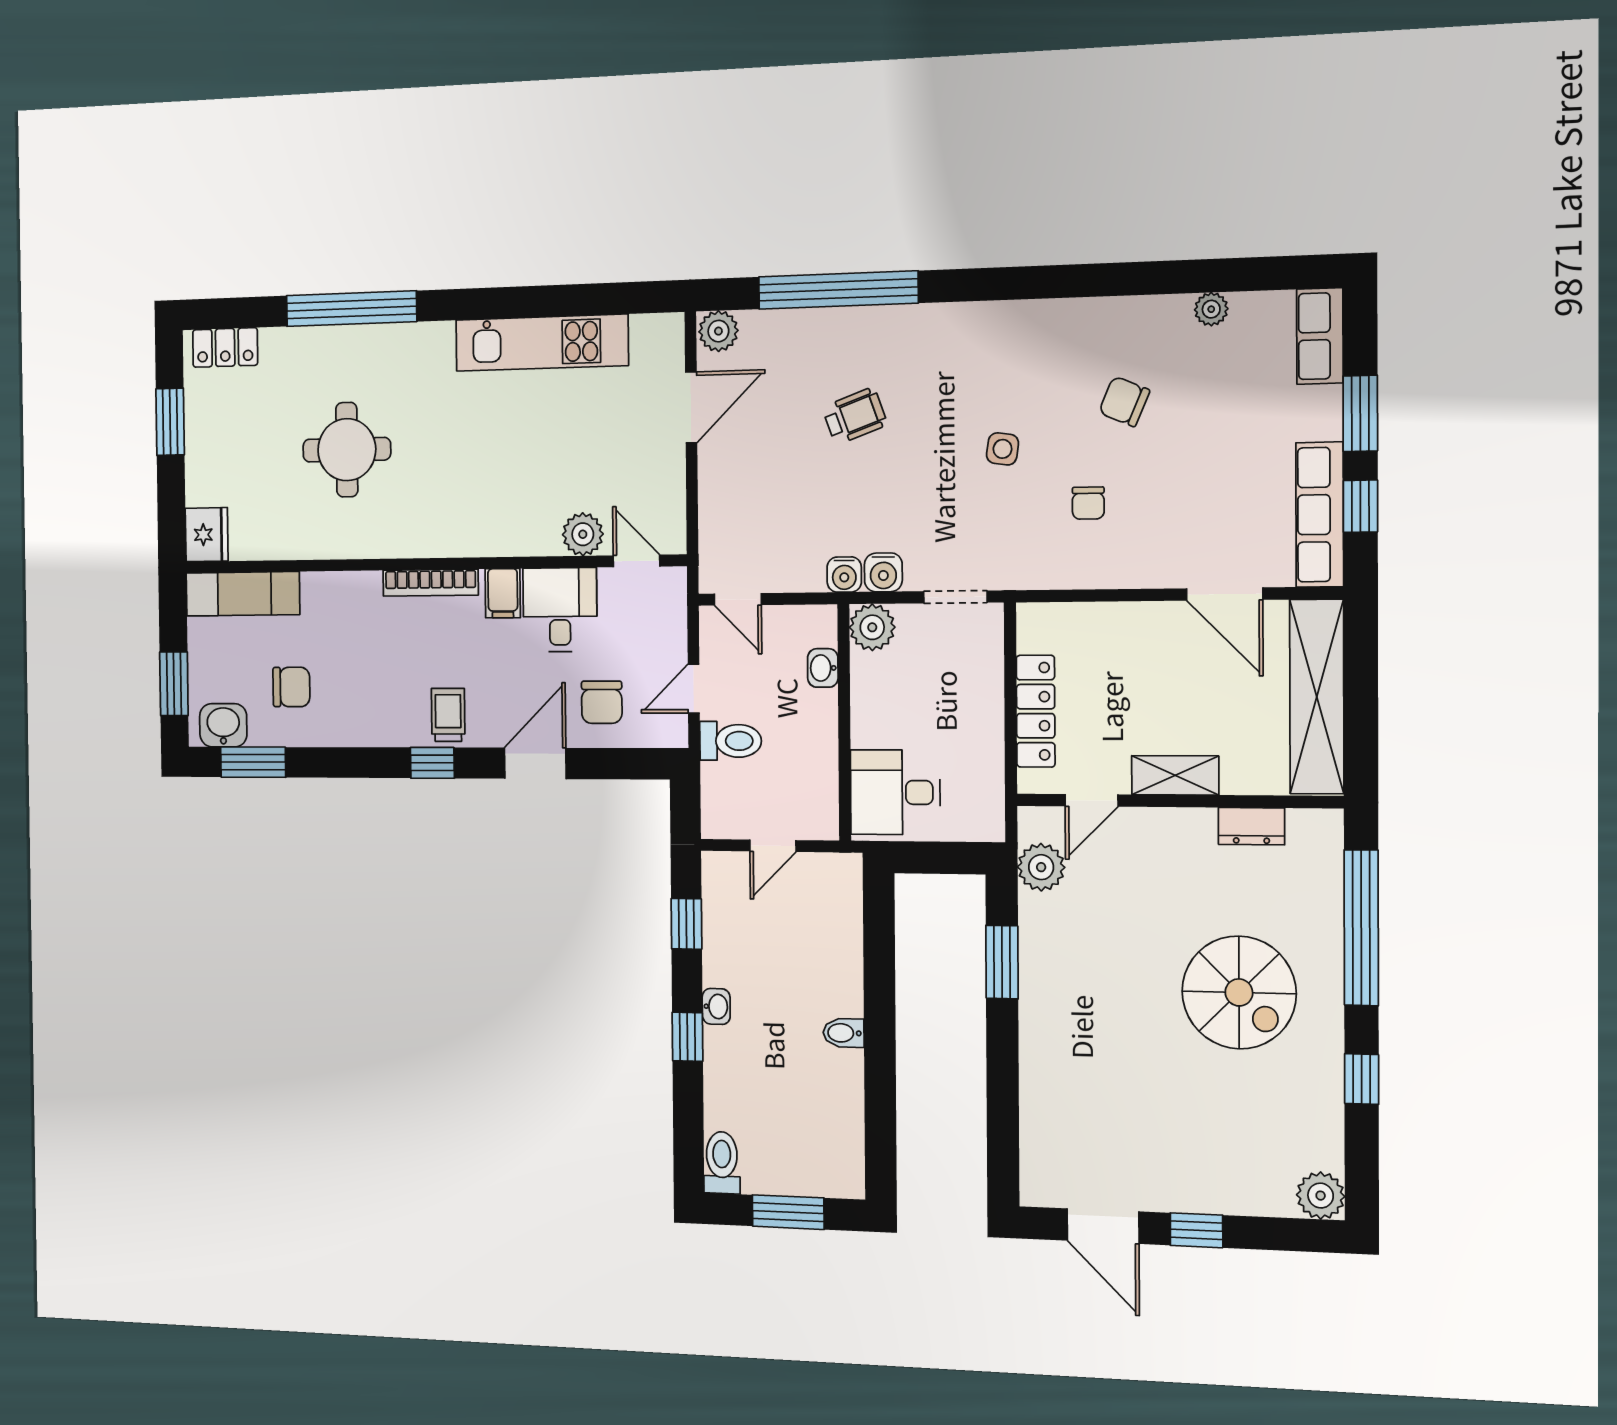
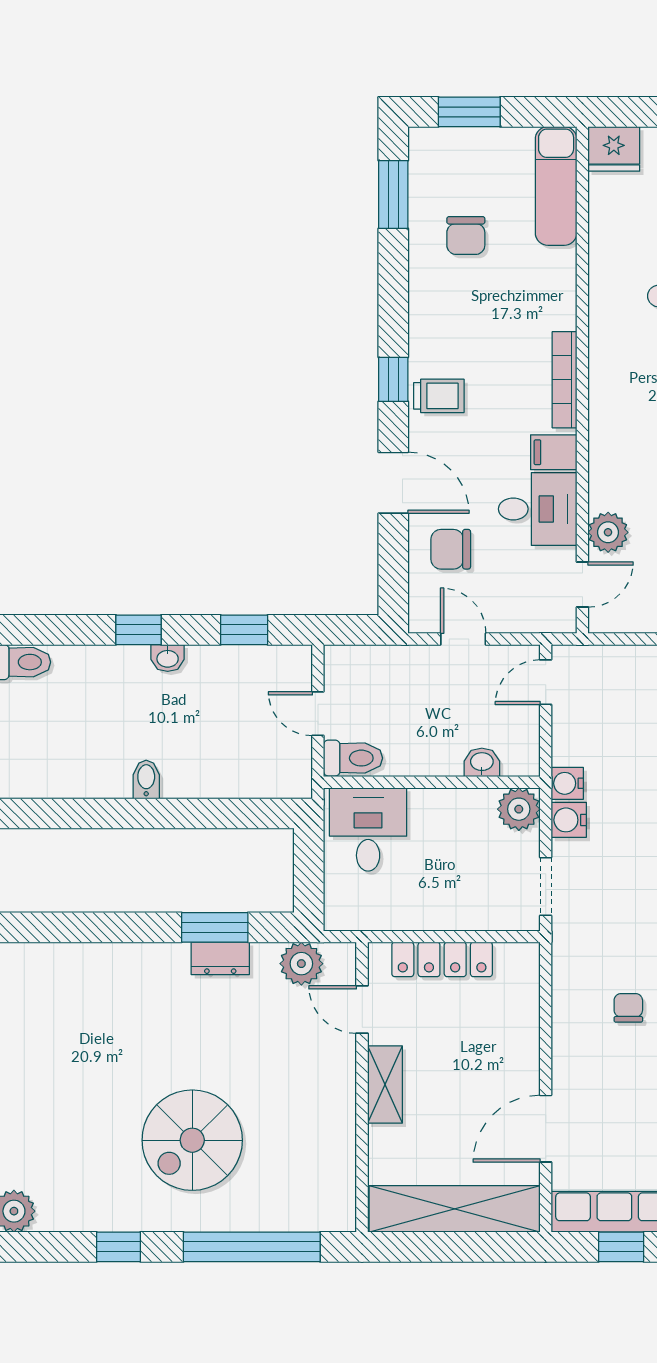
chair: (1088, 503) -> (628, 1008), turned 90
washbasin: (223, 725) -> (429, 164), removed
toilet: (731, 741) -> (353, 758), moved, turned -90
dresser: (1251, 826) -> (220, 958), moved, turned -90

